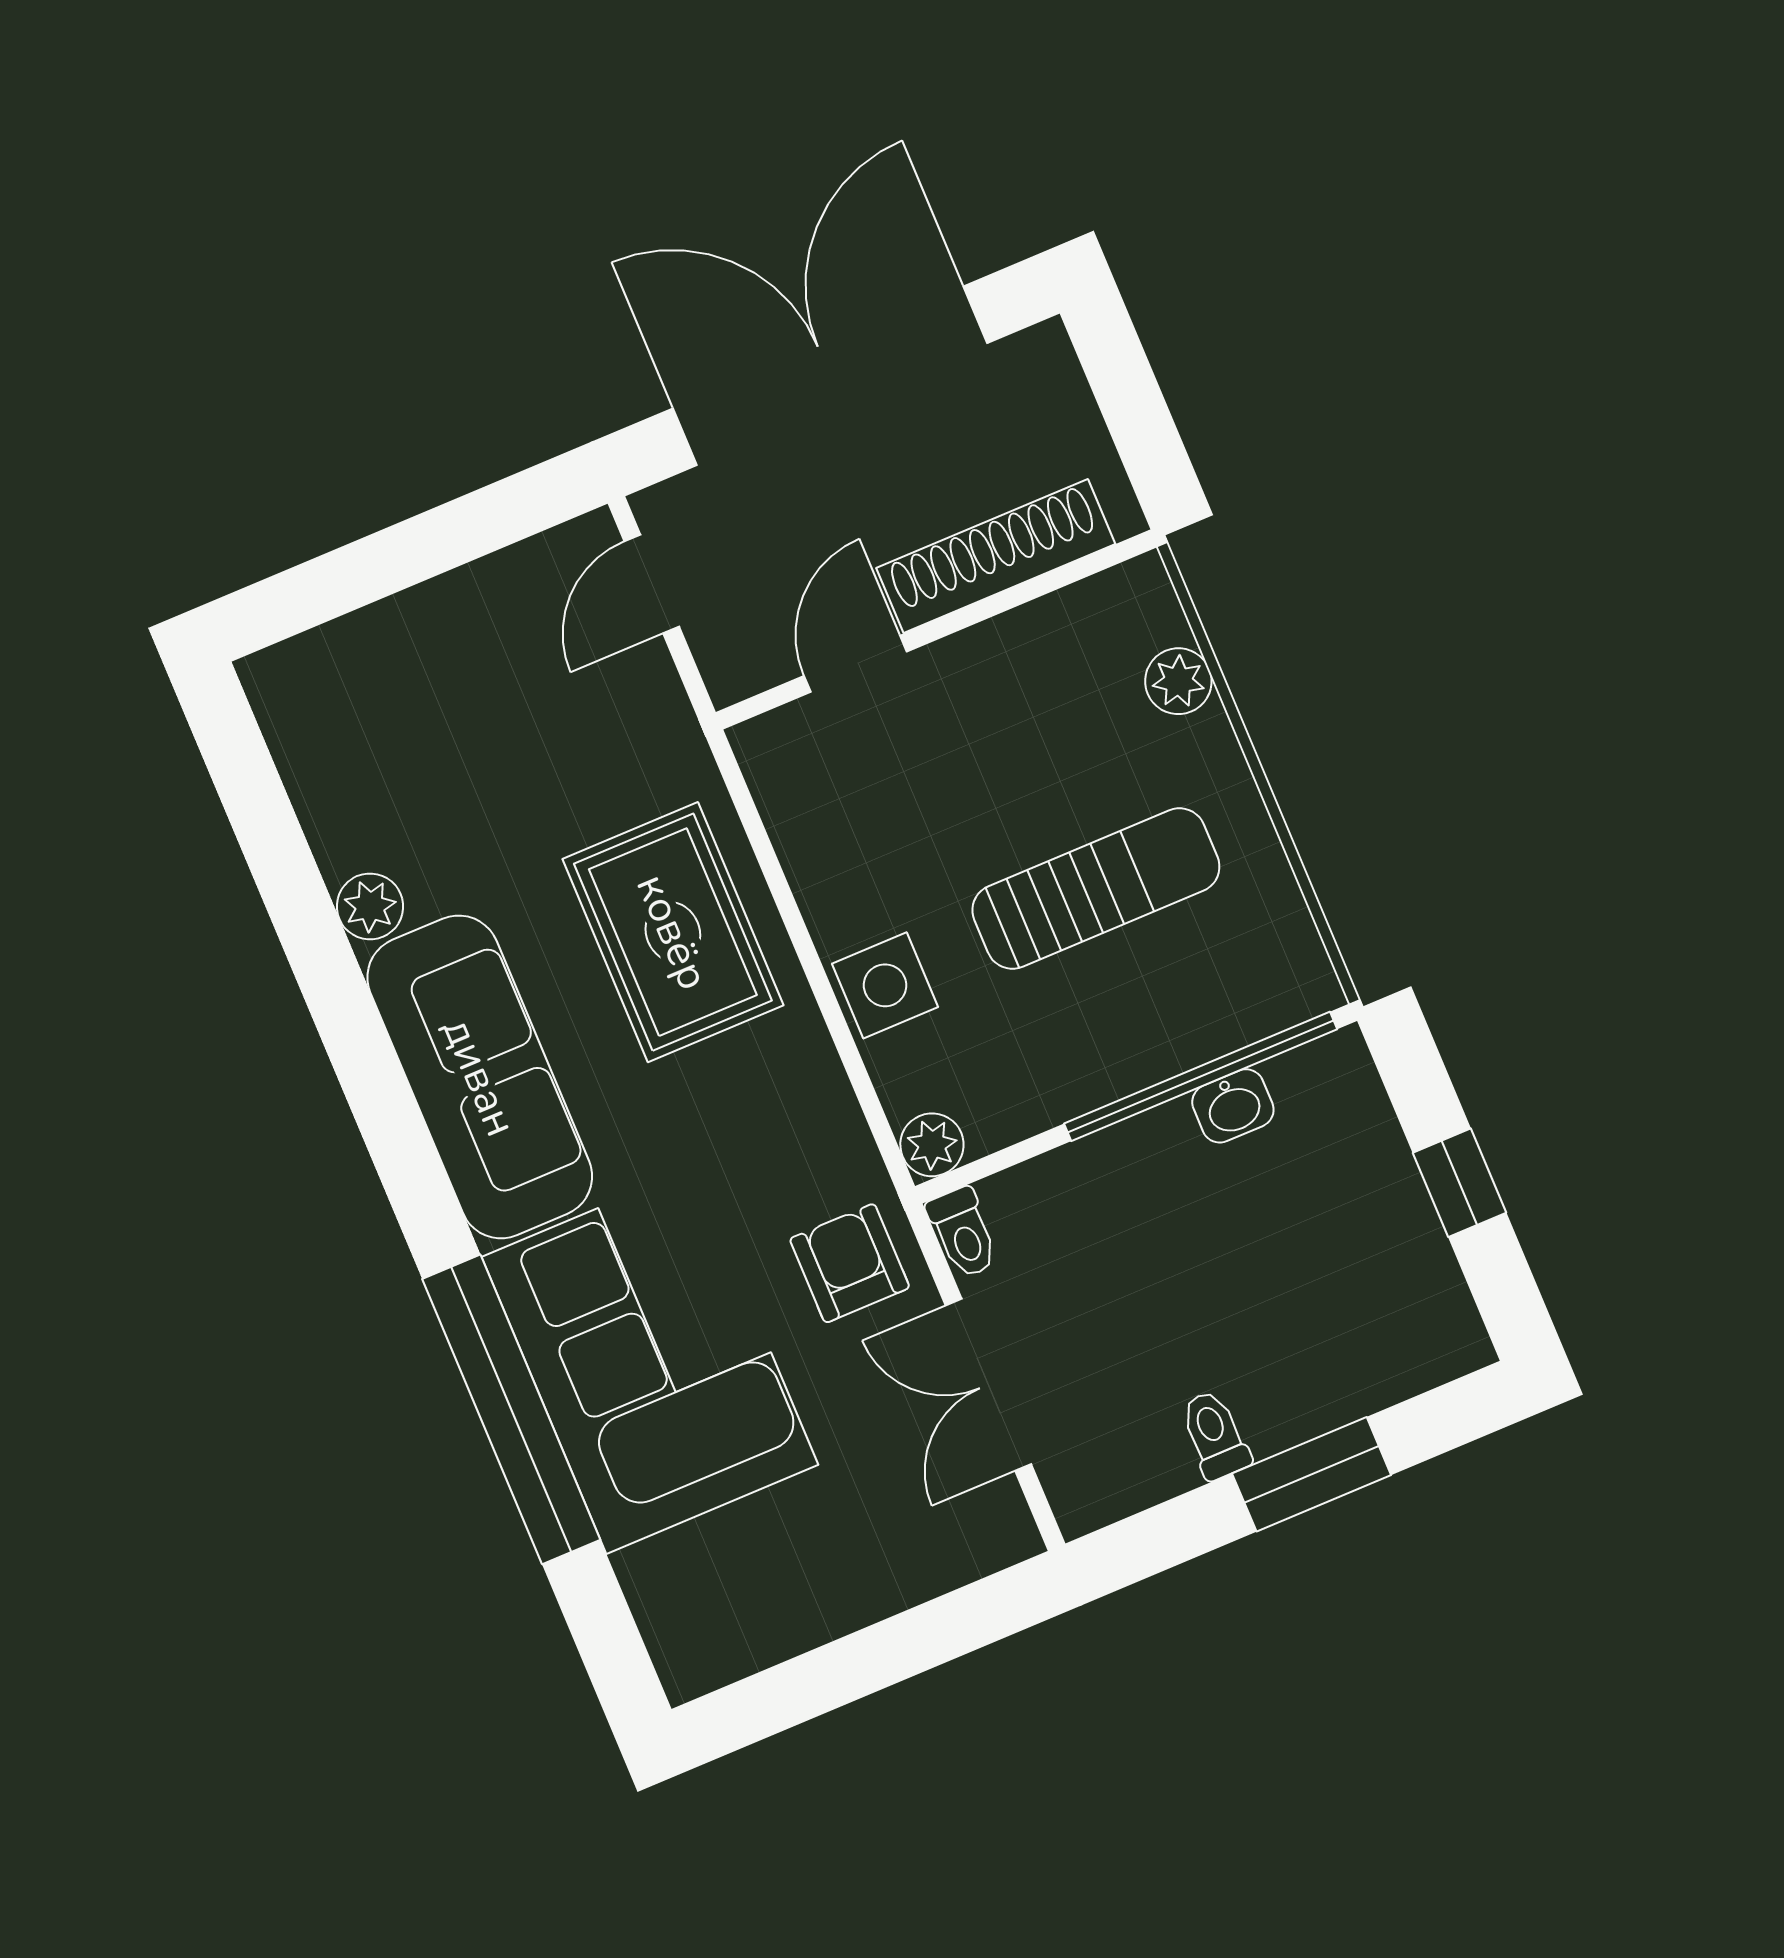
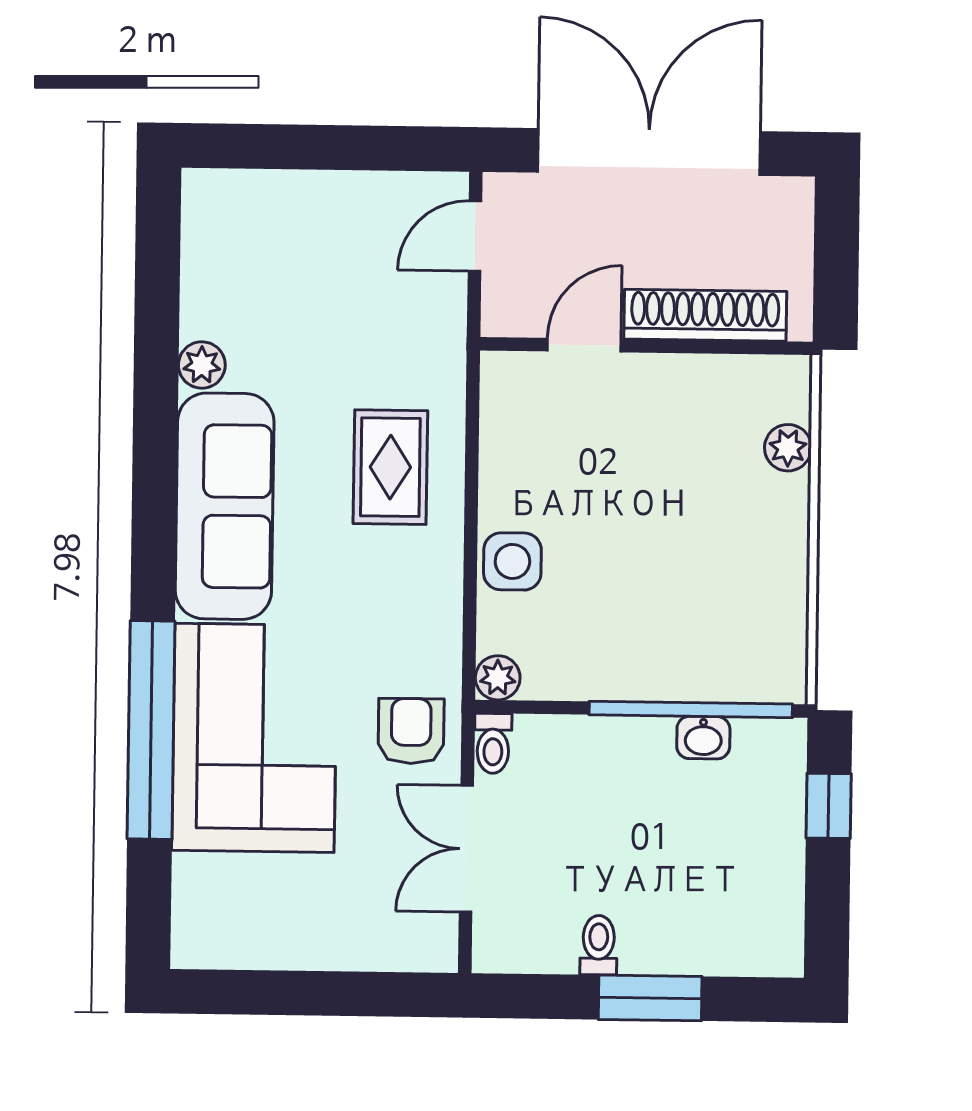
sun lounger: (1096, 889) -> (676, 558), removed
rug: (673, 932) -> (390, 467), width x0.73, depth x0.70
window: (1459, 1183) -> (829, 806), moved

